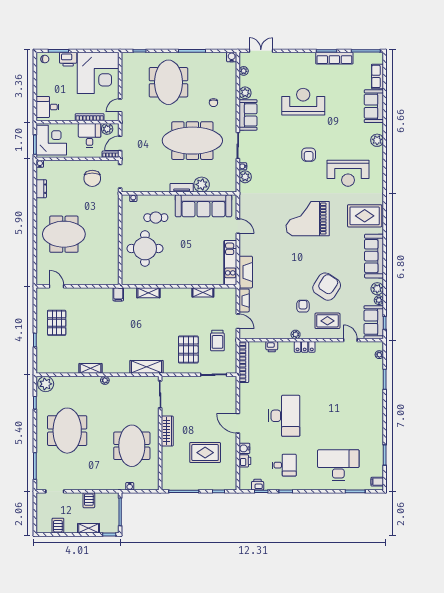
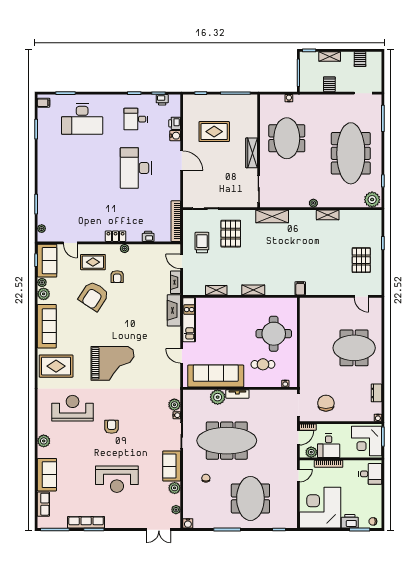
shelving: (148, 293) -> (253, 290), moved
meeting table: (67, 431) -> (351, 153), width x1.36

